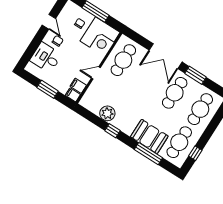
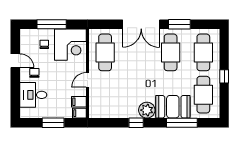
plant: (107, 113) -> (147, 110), moved
window: (195, 153) -> (224, 76), moved

